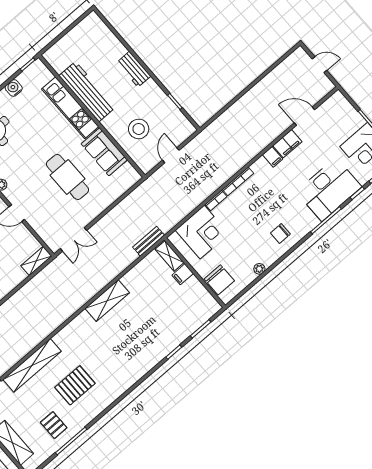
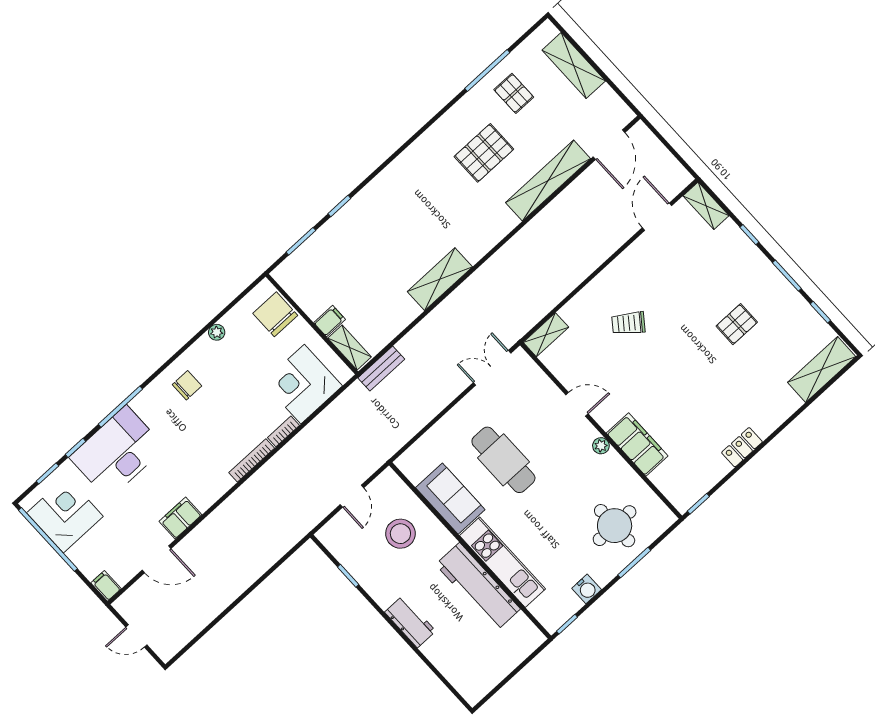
filing cabinet: (273, 157) -> (106, 586), moved

